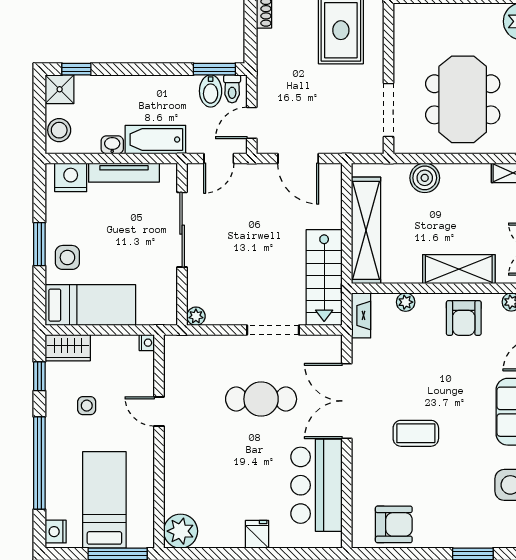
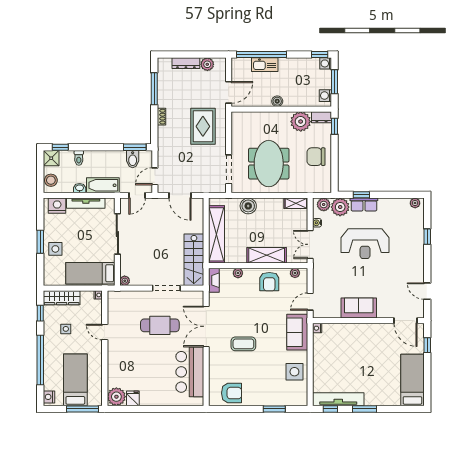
toilet: (232, 89) -> (79, 158), moved
bed: (90, 305) -> (90, 273), moved, turned 180
wardrobe: (68, 348) -> (62, 298), width x1.50
fridge: (257, 534) -> (133, 398), moved

